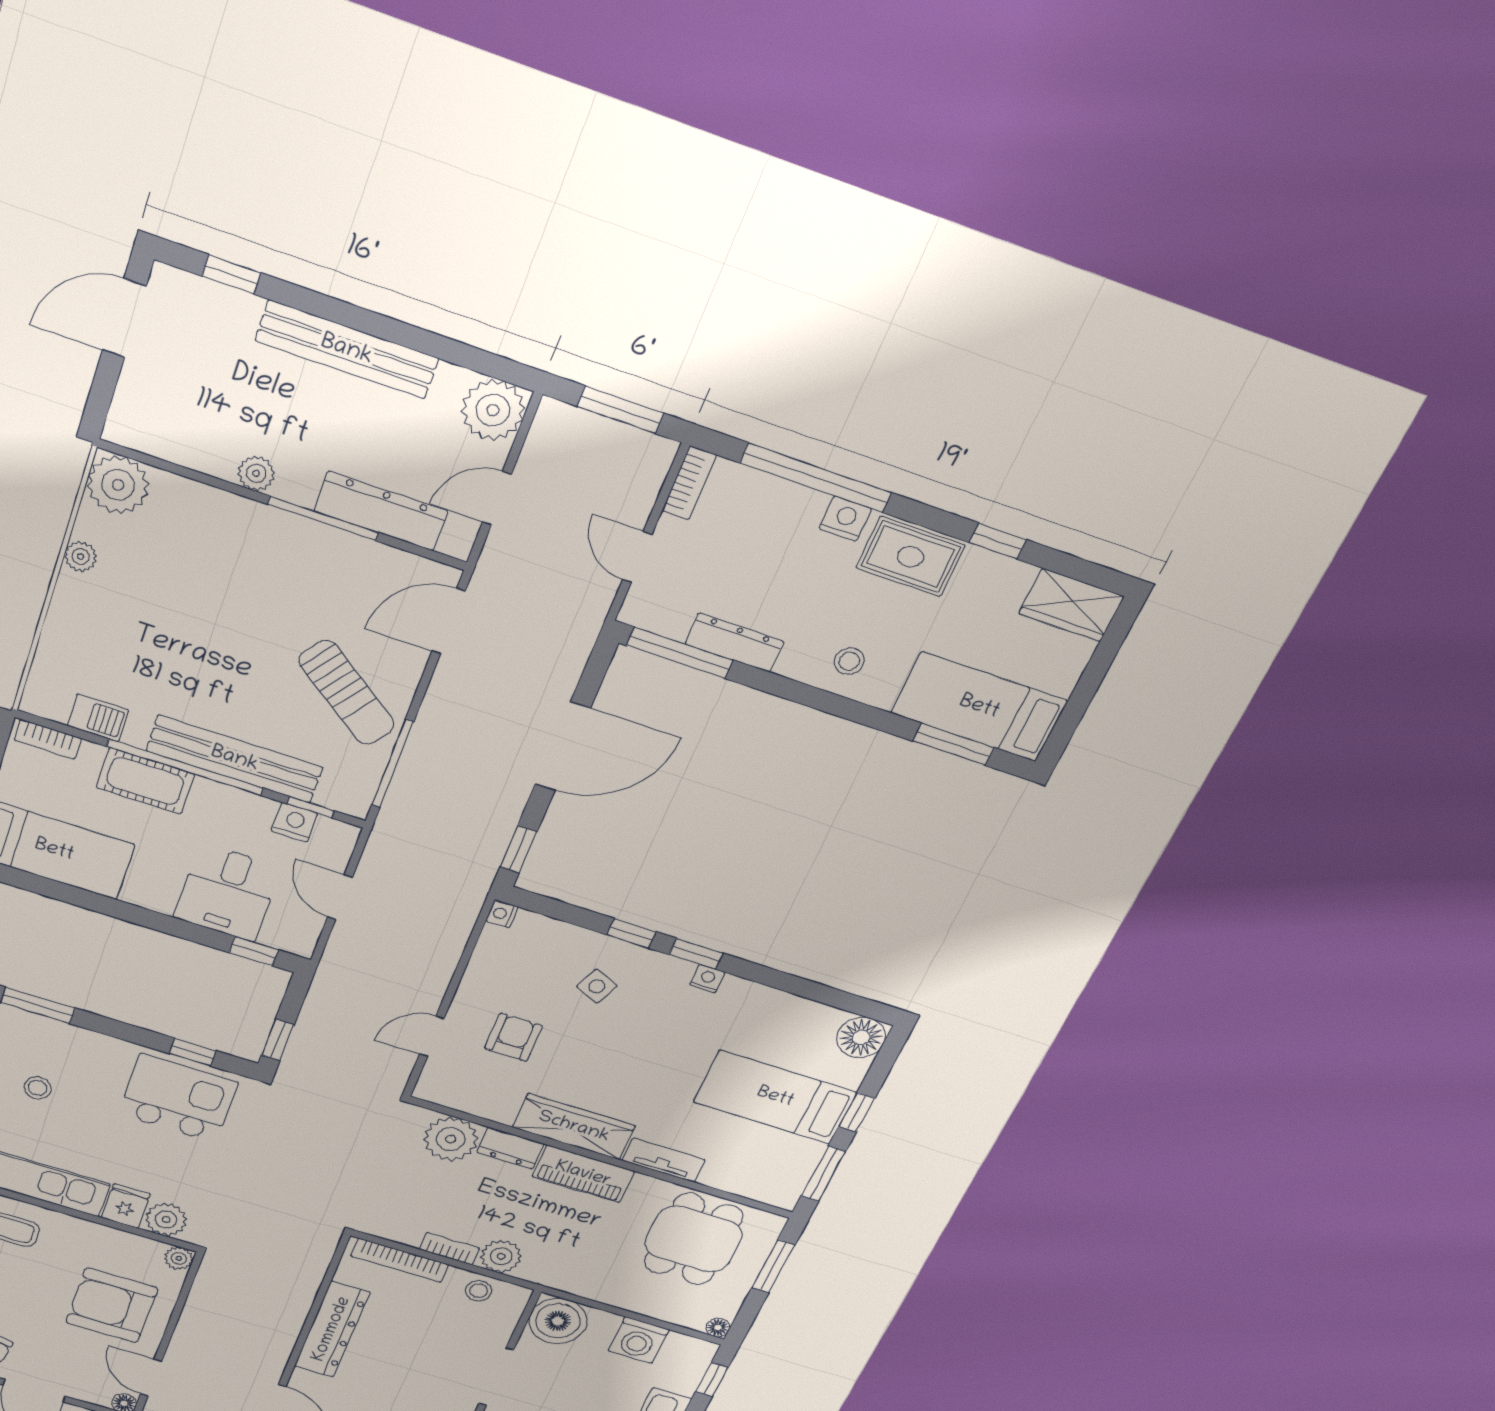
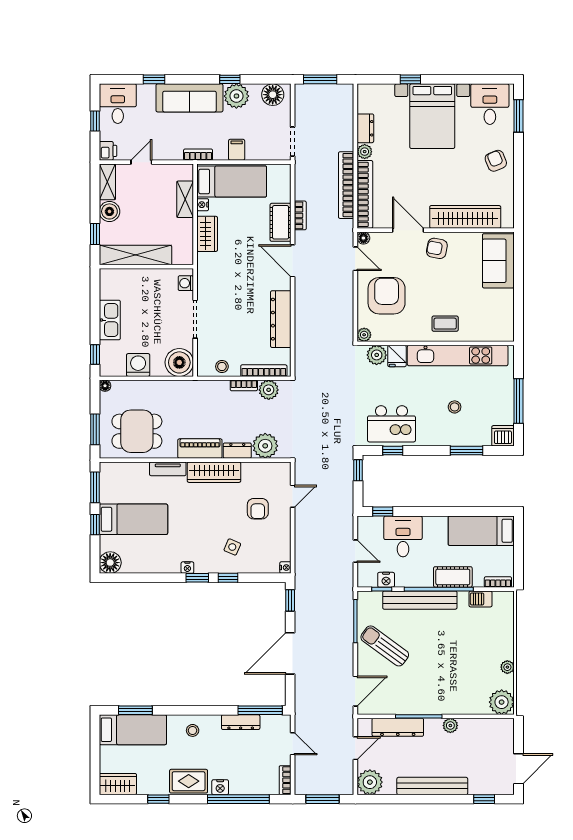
dining table: (693, 1239) -> (137, 431), turned 90
plant: (501, 1256) -> (269, 390), moved
armchair: (112, 1305) -> (387, 296), turned -90

